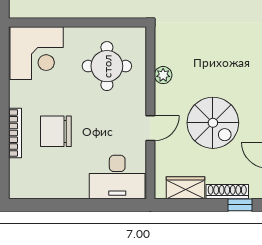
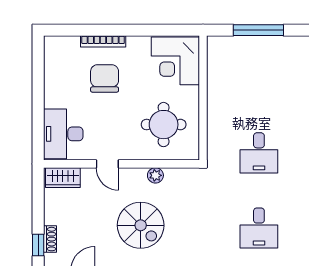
spiral stairs: (213, 123) -> (141, 225), moved, turned -90
wardrobe: (185, 188) -> (63, 178), moved, turned 90
shoe rack: (227, 192) -> (50, 239), width x0.70

